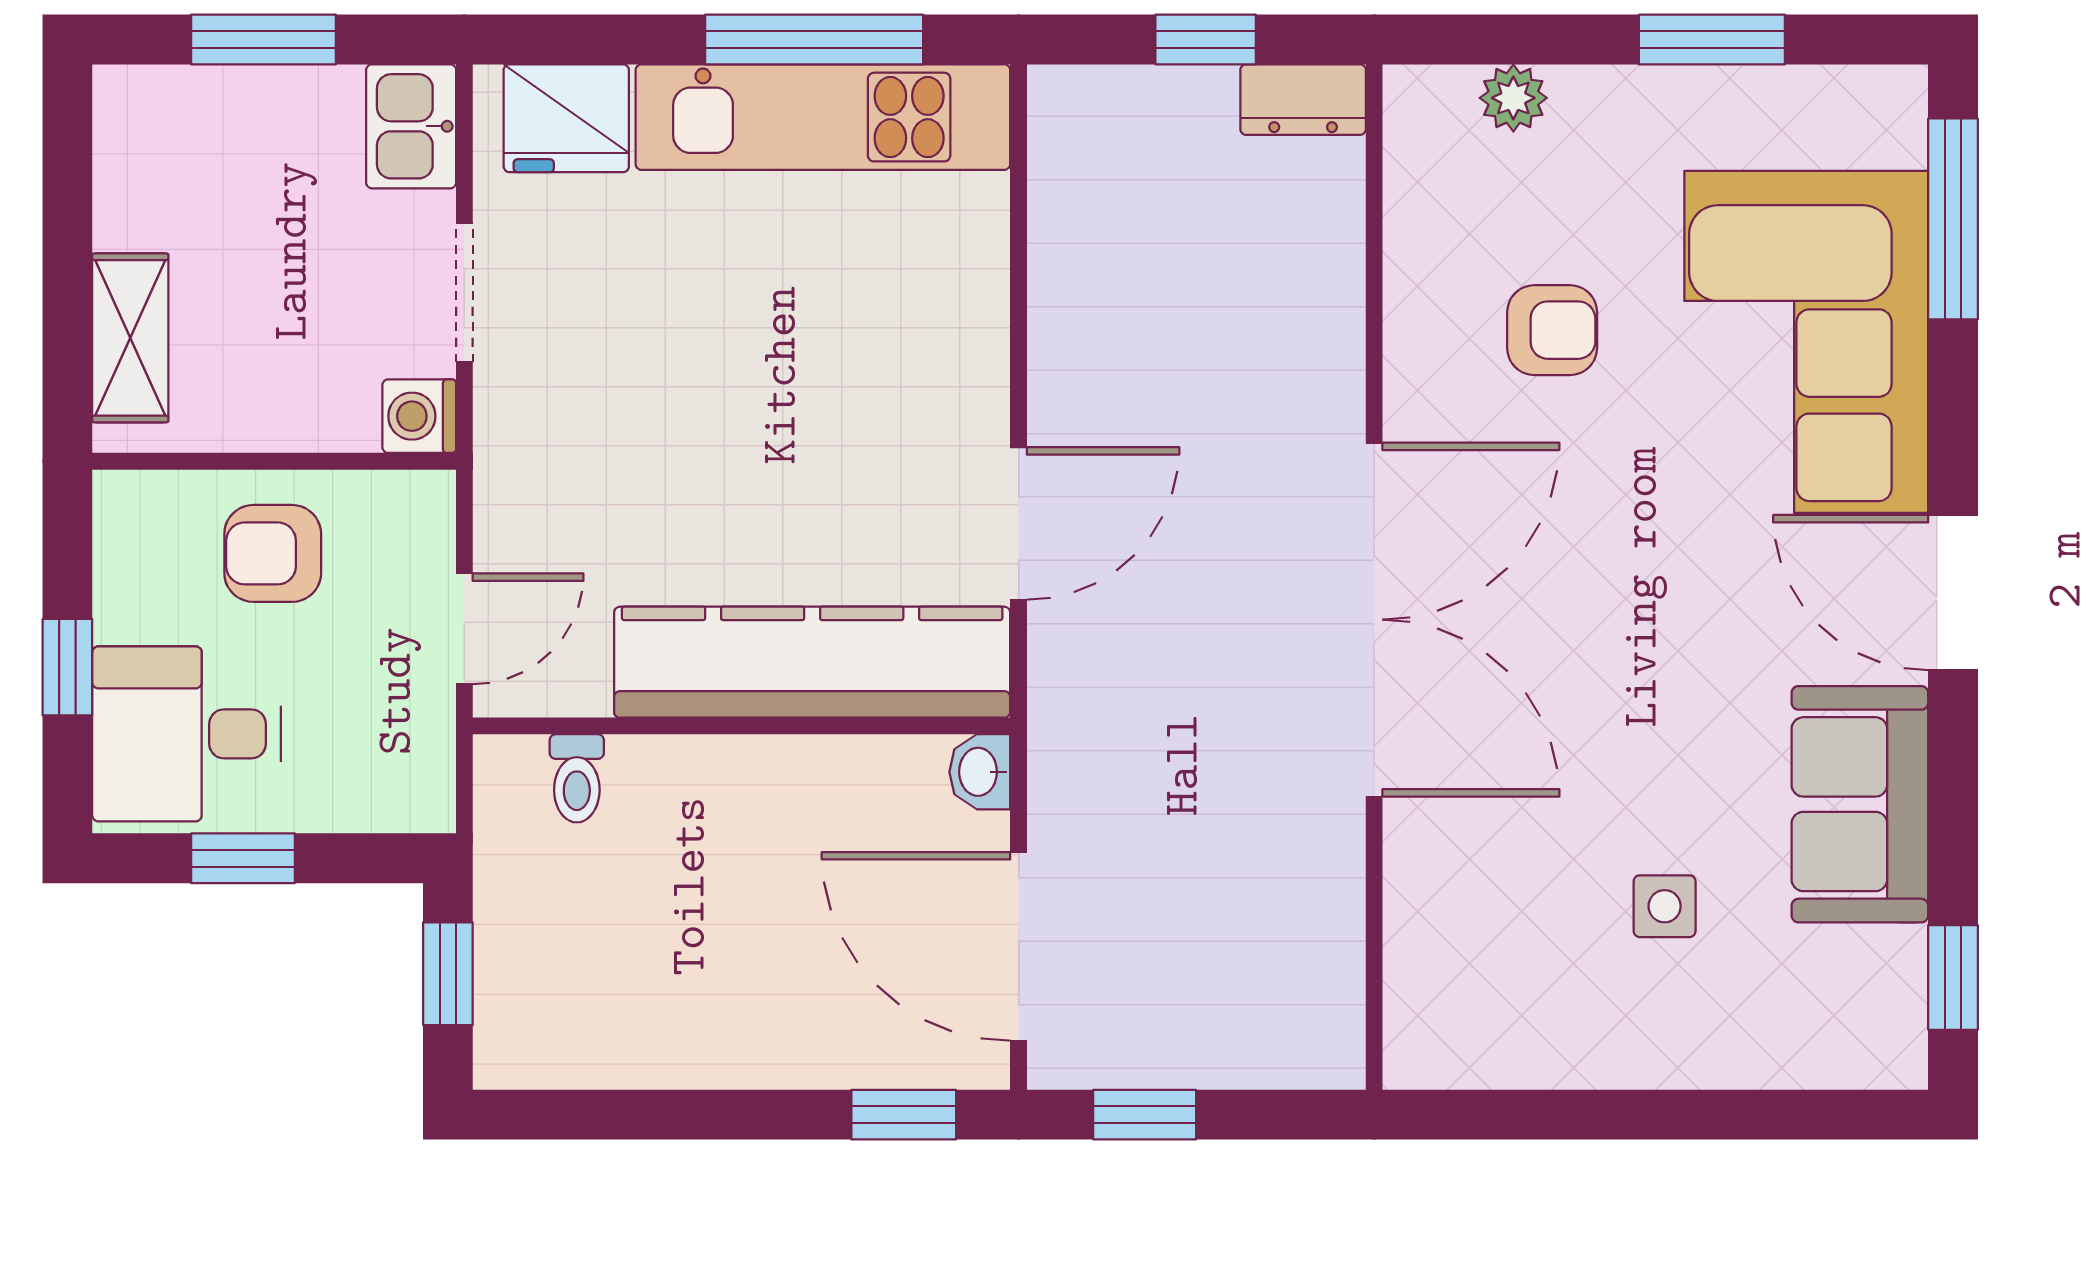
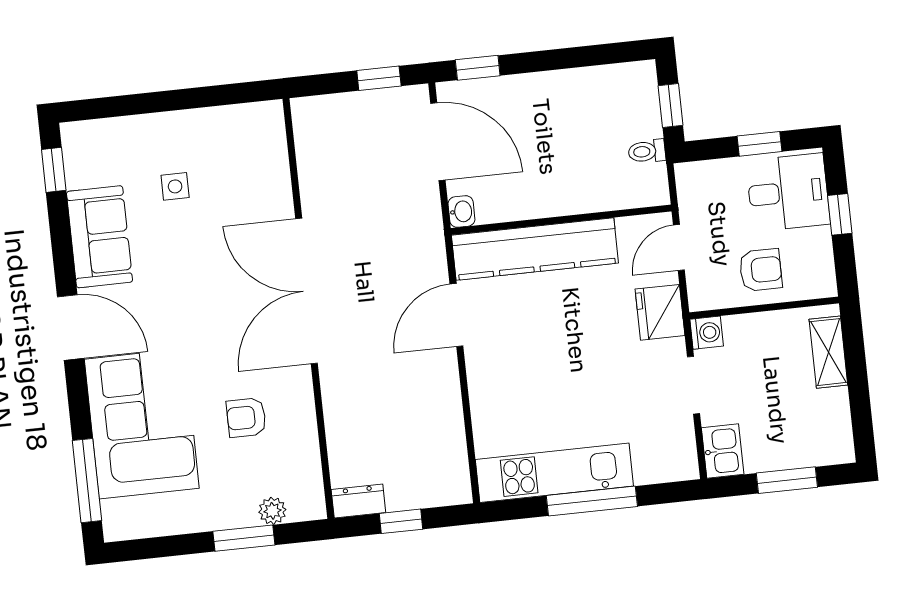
window: (814, 39) -> (592, 501), moved
window: (1712, 39) -> (244, 538), moved
fridge: (566, 118) -> (660, 312), moved, turned -90
toilet: (577, 778) -> (647, 151), moved, turned -90

